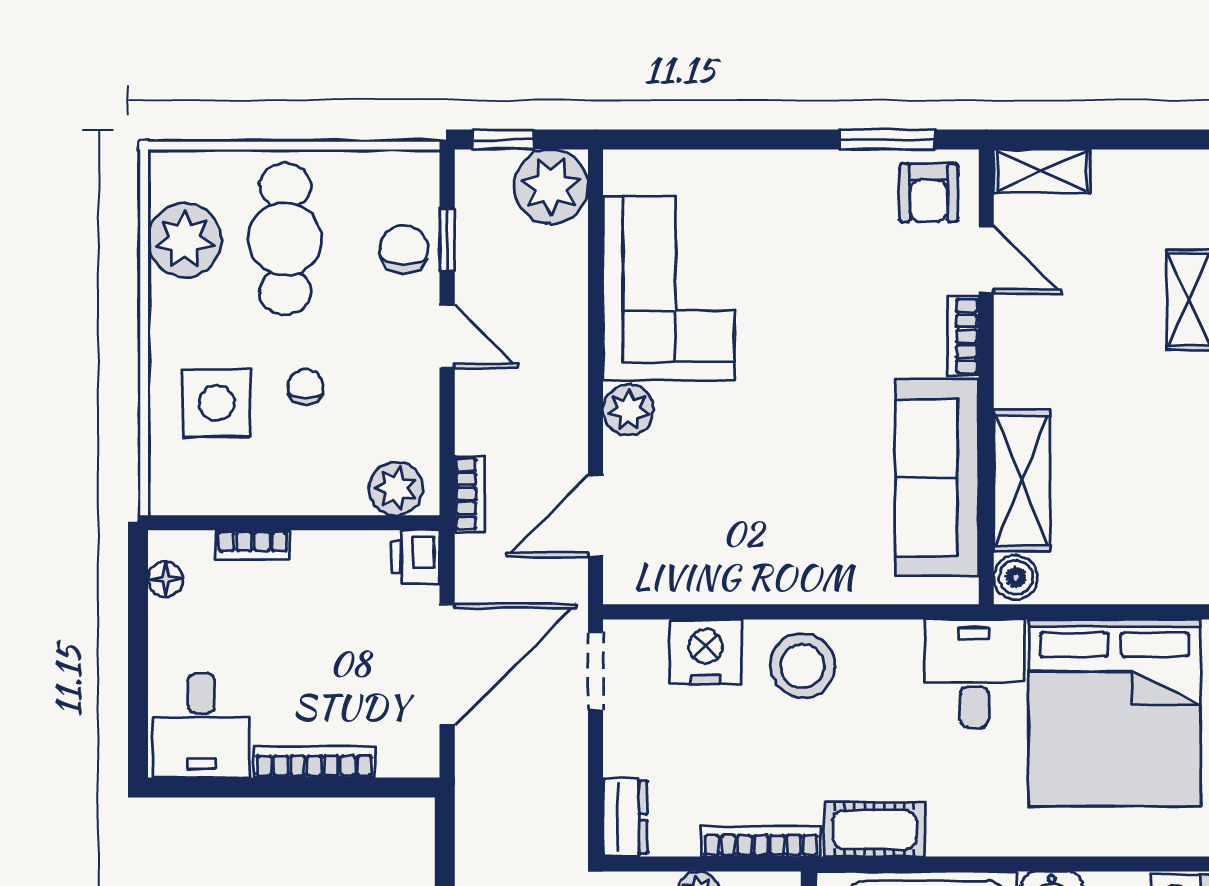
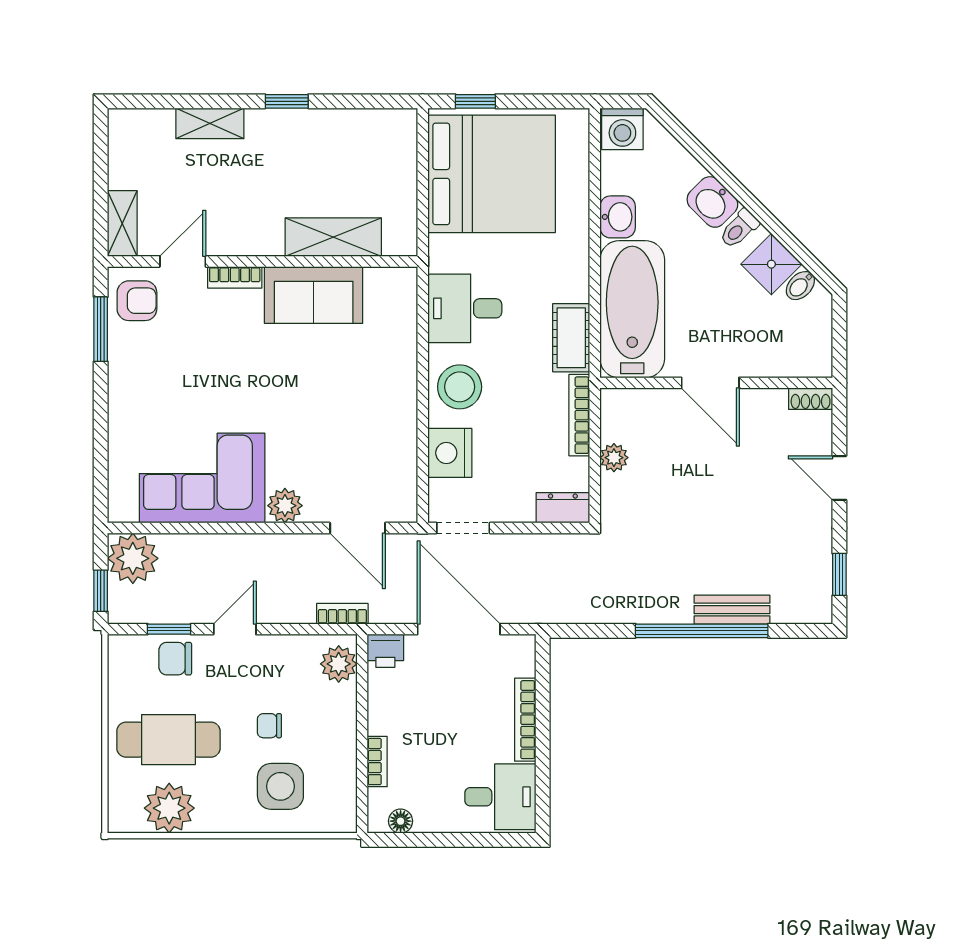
sofa: (937, 478) -> (314, 295), width x0.73
boiler: (1016, 577) -> (399, 241), removed
desk: (974, 673) -> (465, 308), moved

